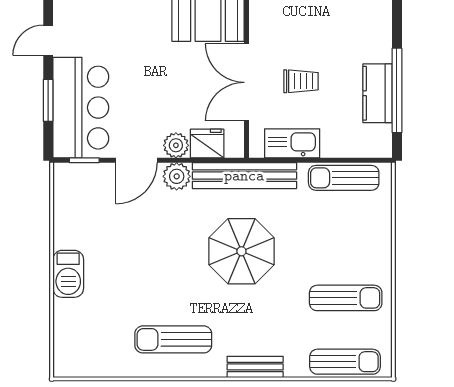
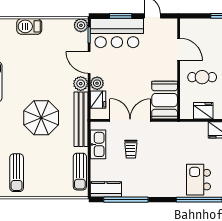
kitchen counter: (378, 93) -> (106, 189), moved
plant: (66, 176) -> (81, 25), added
sun lounger: (344, 178) -> (80, 172), turned 180

